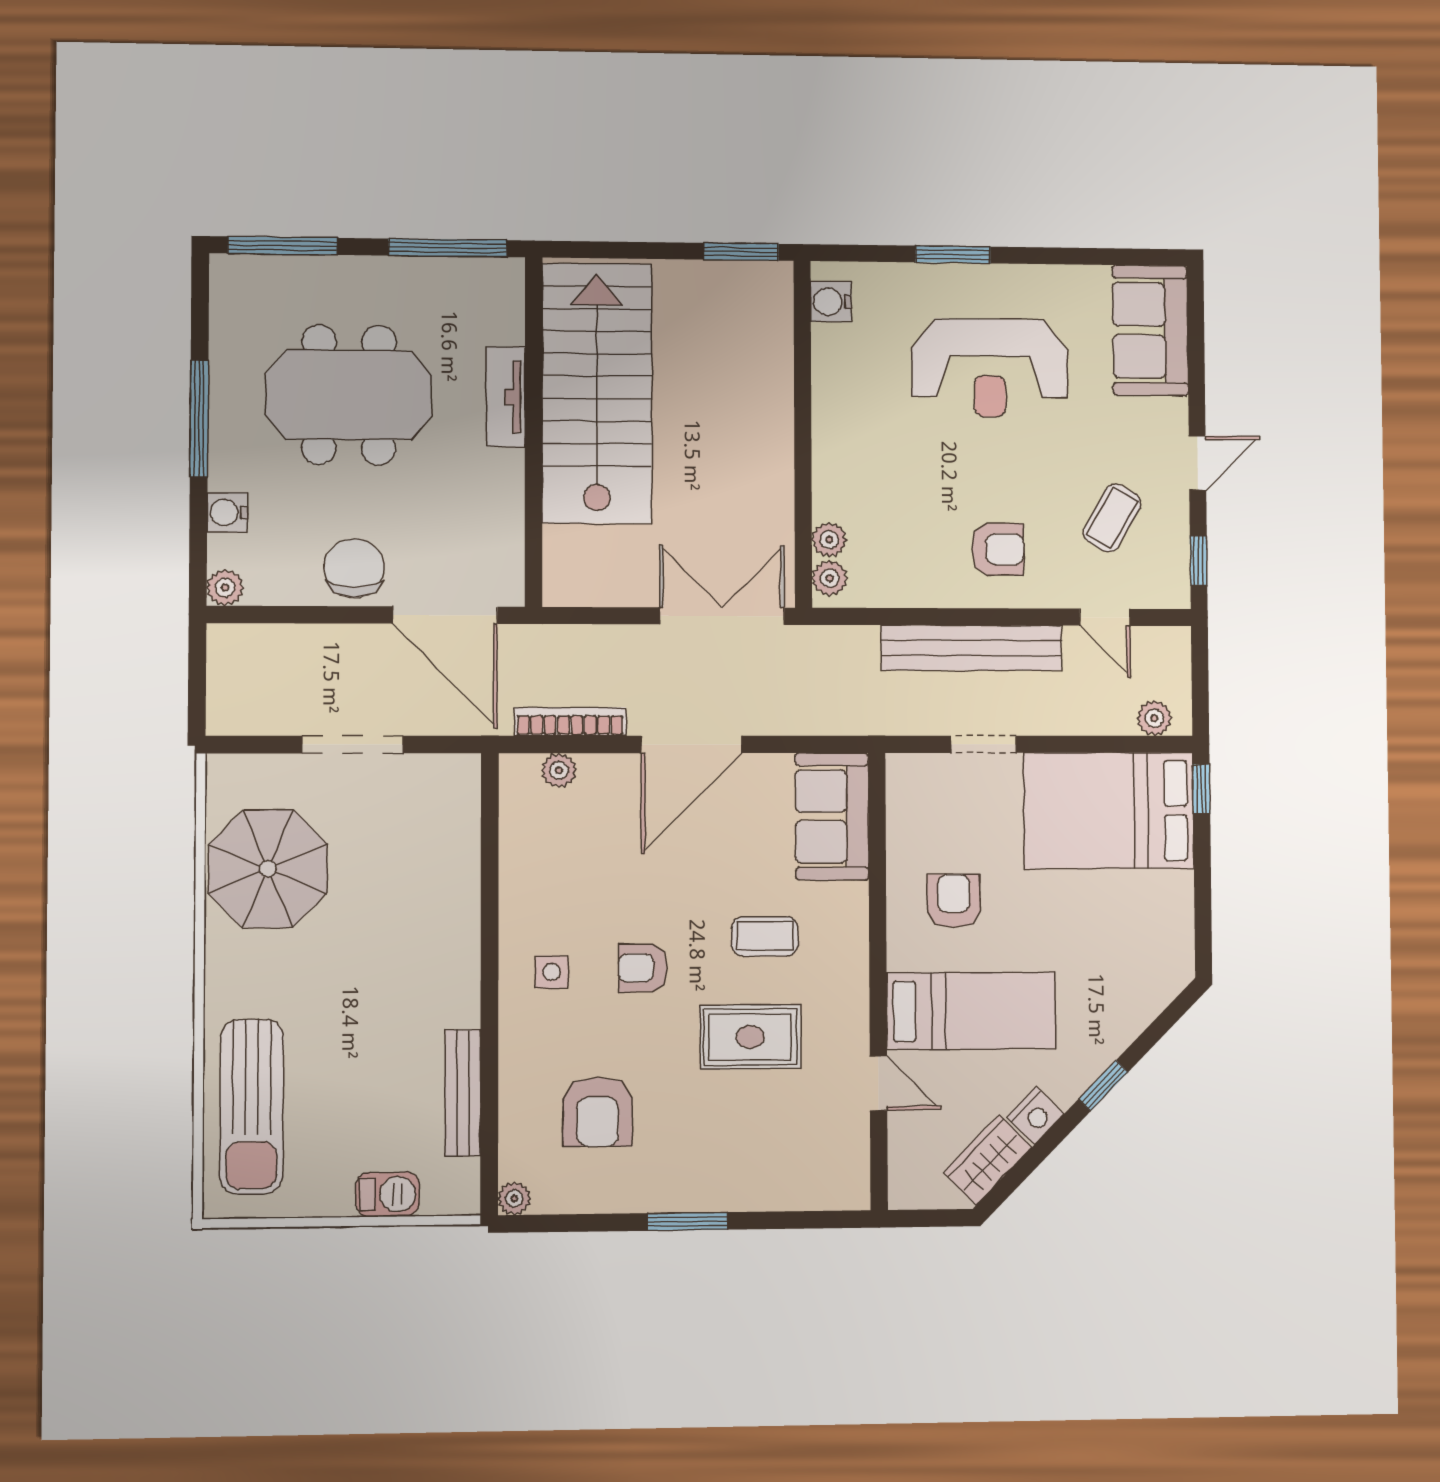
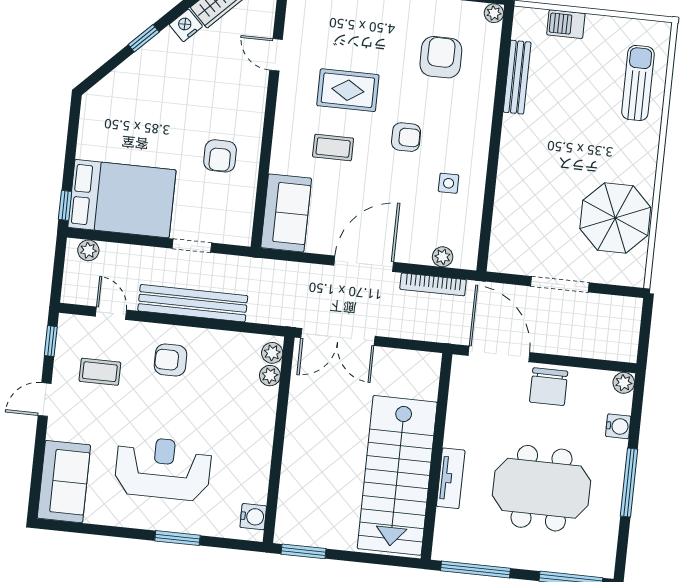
coffee table: (1112, 518) -> (100, 372), turned 60
side table: (552, 972) -> (449, 183), moved
bed: (971, 1011) -> (217, 91), removed
sun lounger: (252, 1107) -> (638, 83), width x0.73, depth x0.75

